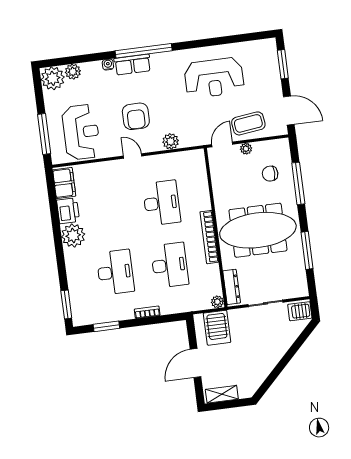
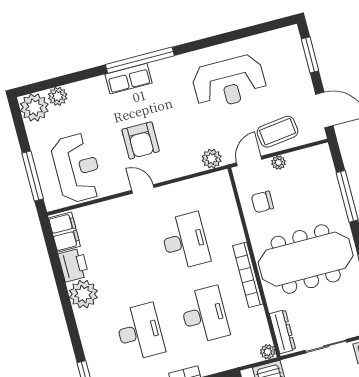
water cooler: (108, 65) -> (99, 82), removed
plant: (171, 141) -> (212, 159), moved
chair: (270, 174) -> (262, 202), moved

